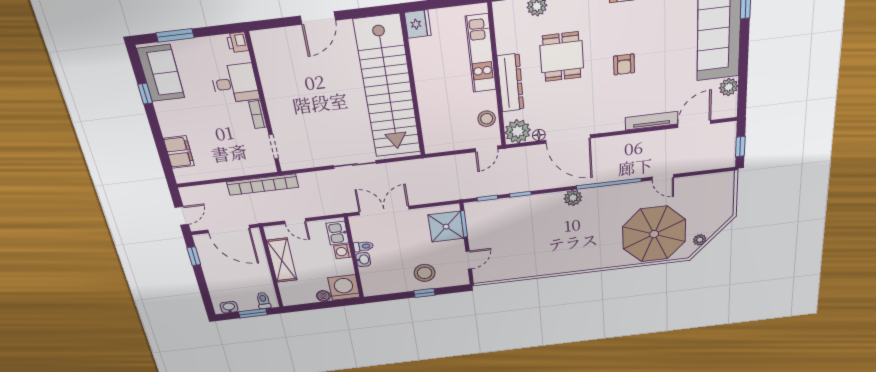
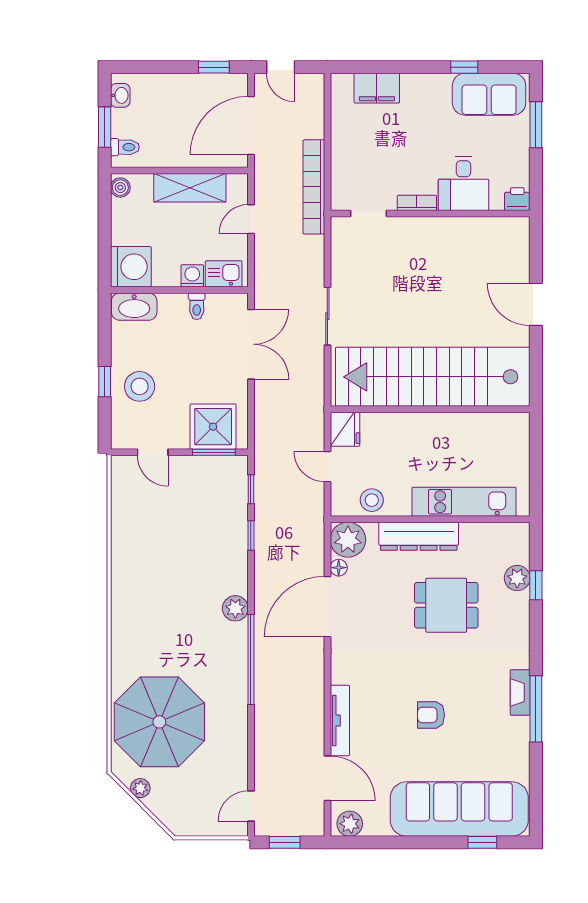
fridge: (418, 24) -> (345, 429), moved, turned -90
armchair: (624, 64) -> (431, 715), moved
plant: (729, 87) -> (350, 824), moved
door: (486, 149) -> (327, 467), moved
door: (663, 177) -> (251, 806), moved
washbasin: (363, 260) -> (134, 307), moved, width x1.91, depth x1.45
boiler: (323, 296) -> (120, 188), moved

